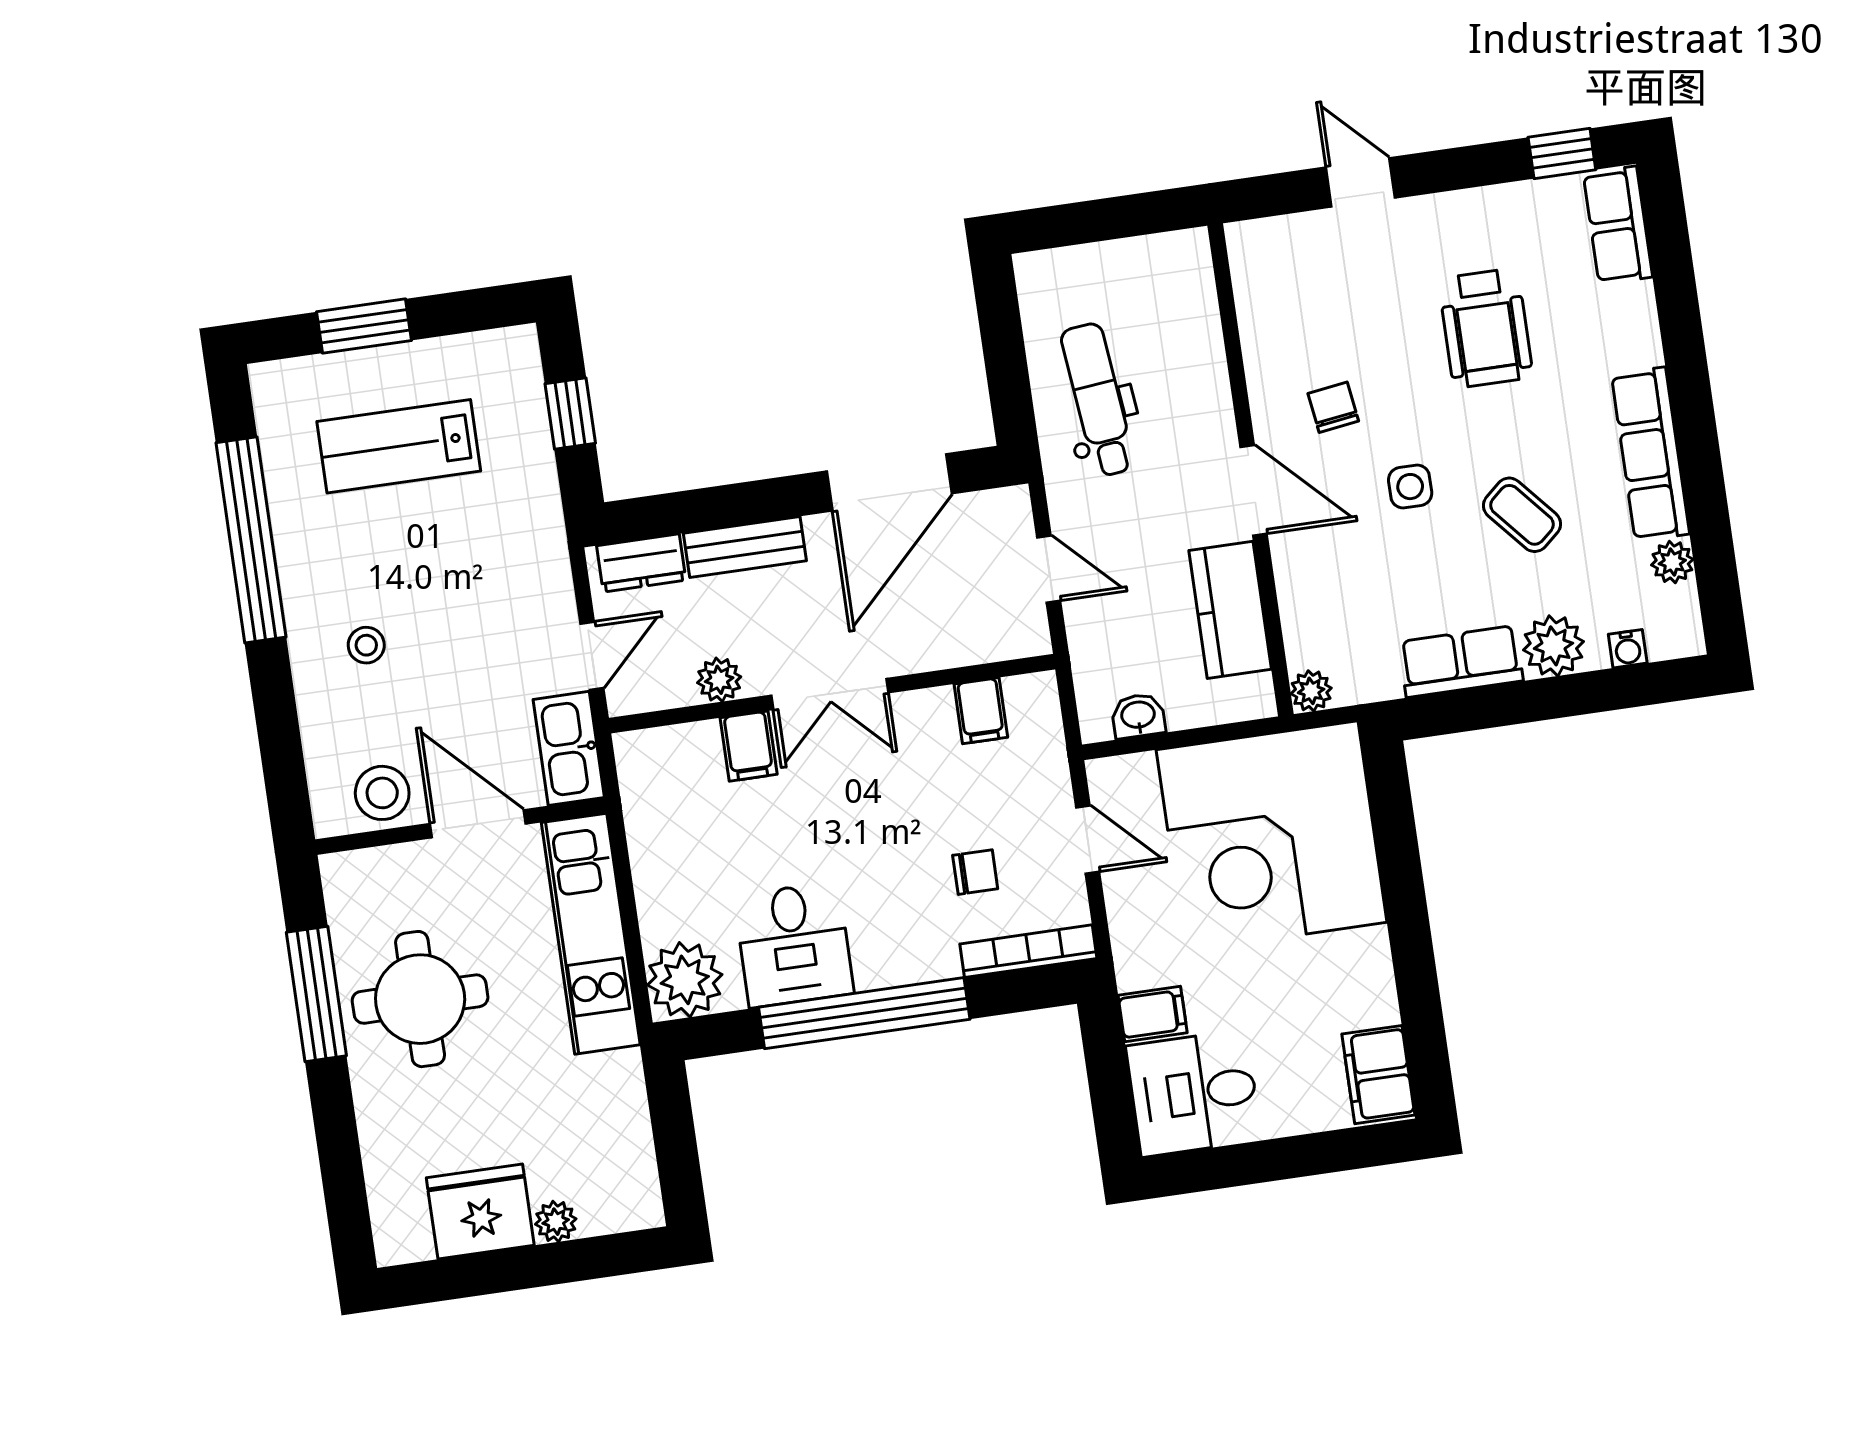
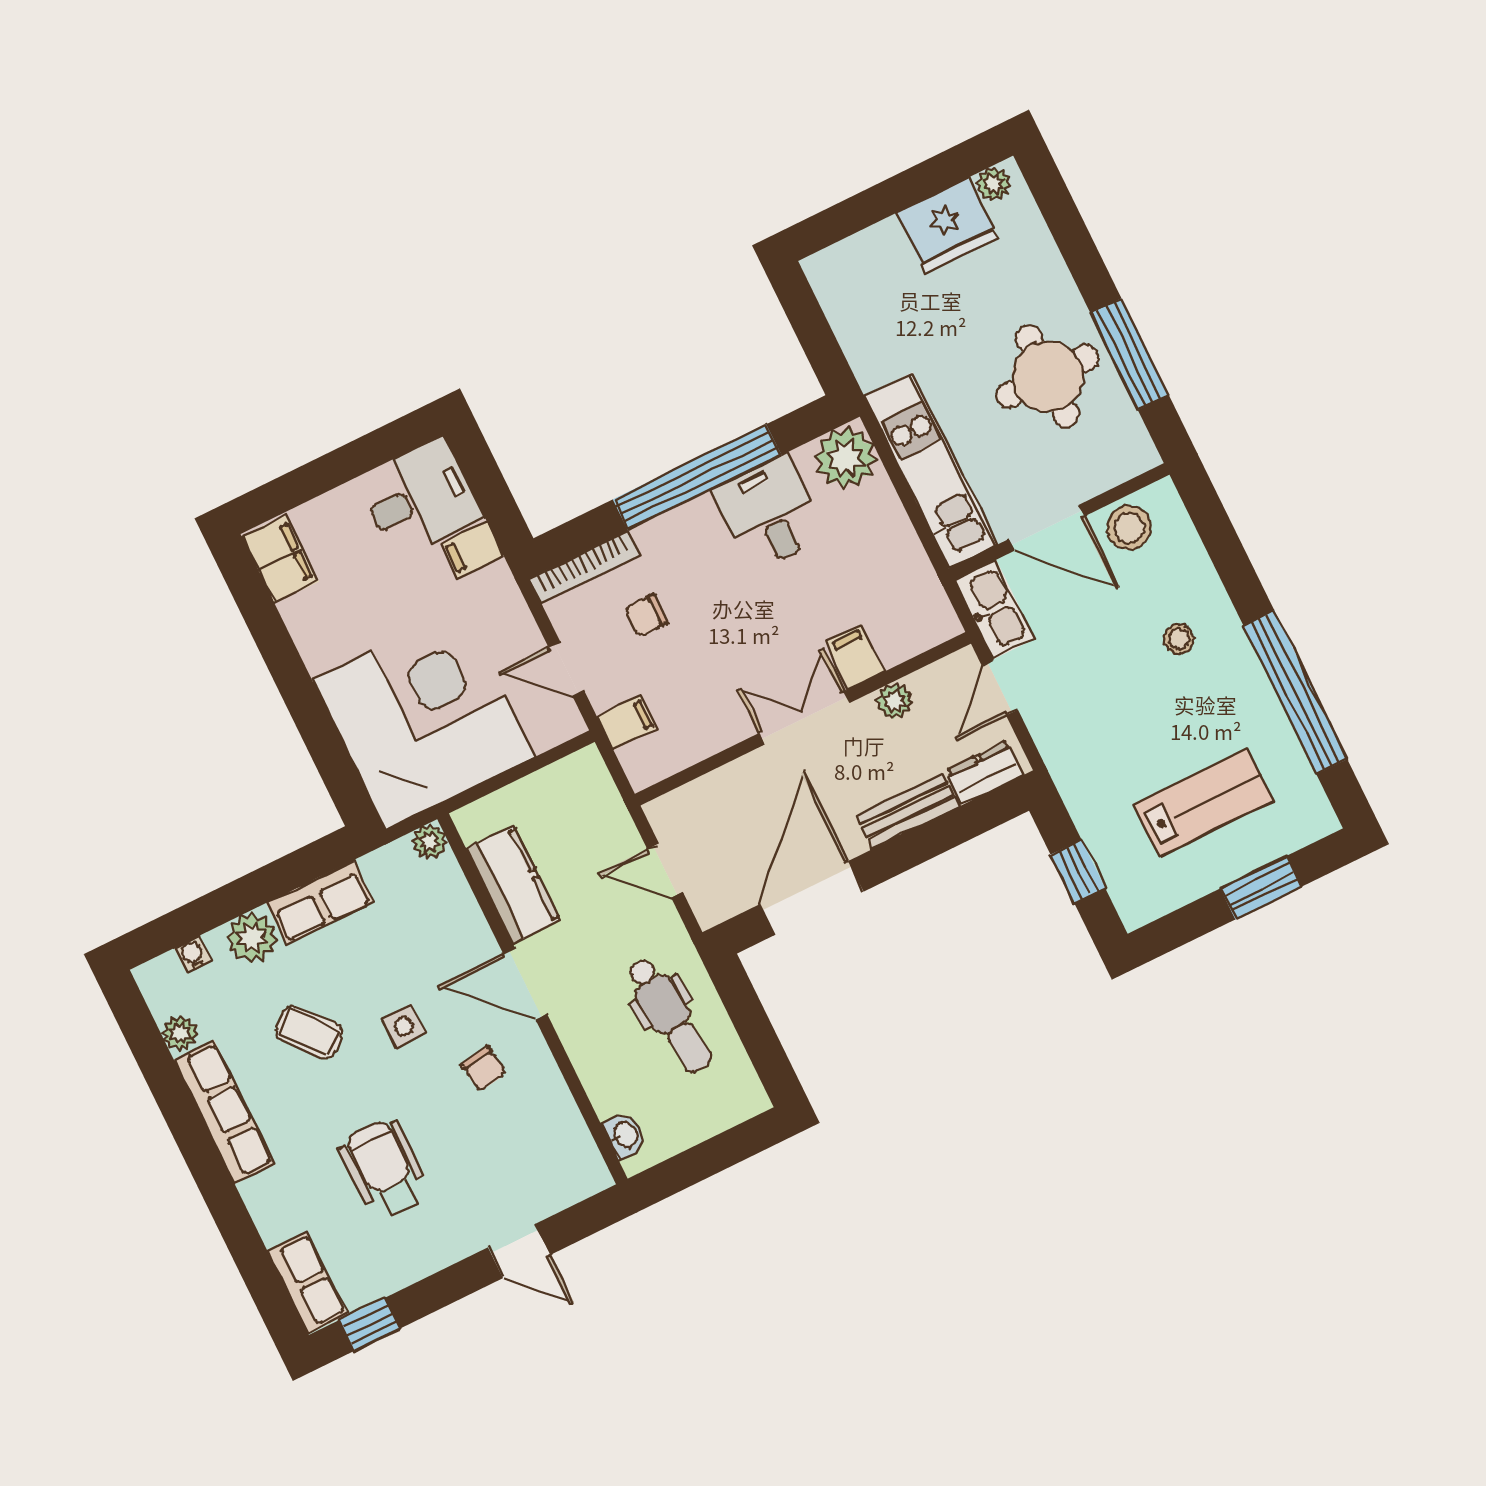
filing cabinet: (981, 711) -> (627, 722), moved, turned 90
washbasin: (1138, 716) -> (625, 1135), moved, turned -90
plant: (556, 1222) -> (993, 184), moved

